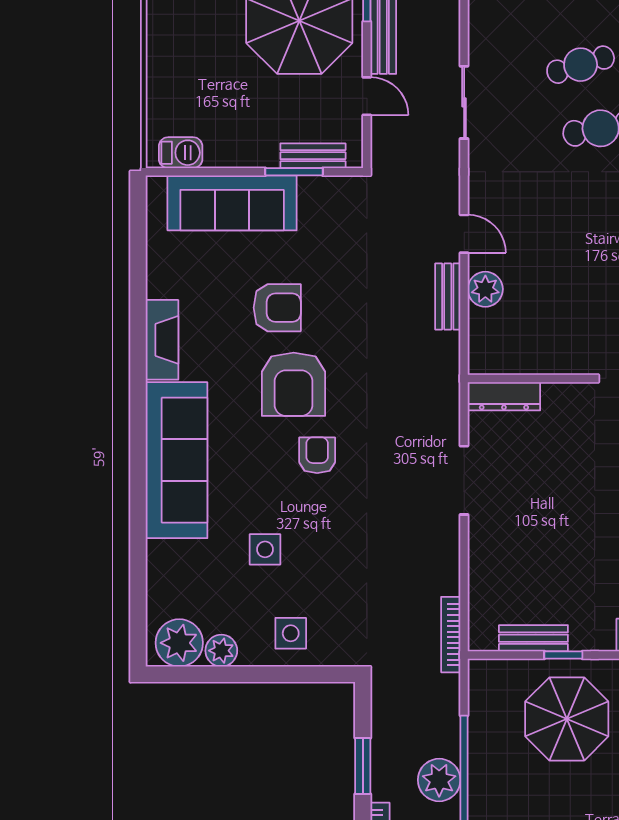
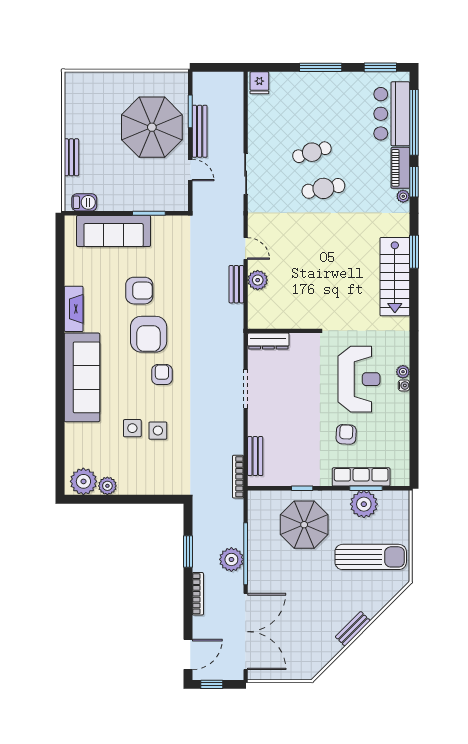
bench: (313, 156) -> (71, 157), moved, turned 90
side table: (291, 633) -> (158, 431), moved
bench: (533, 638) -> (255, 456), moved, turned 90

